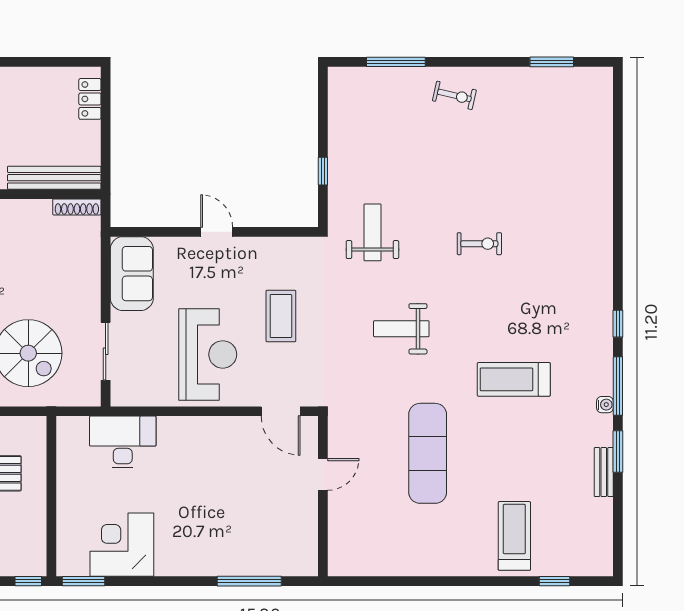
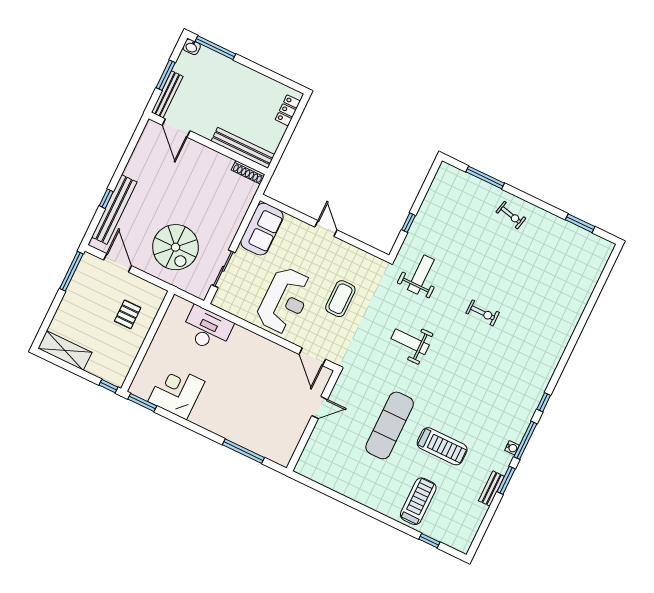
treadmill: (514, 379) -> (442, 446), moved, turned 180

